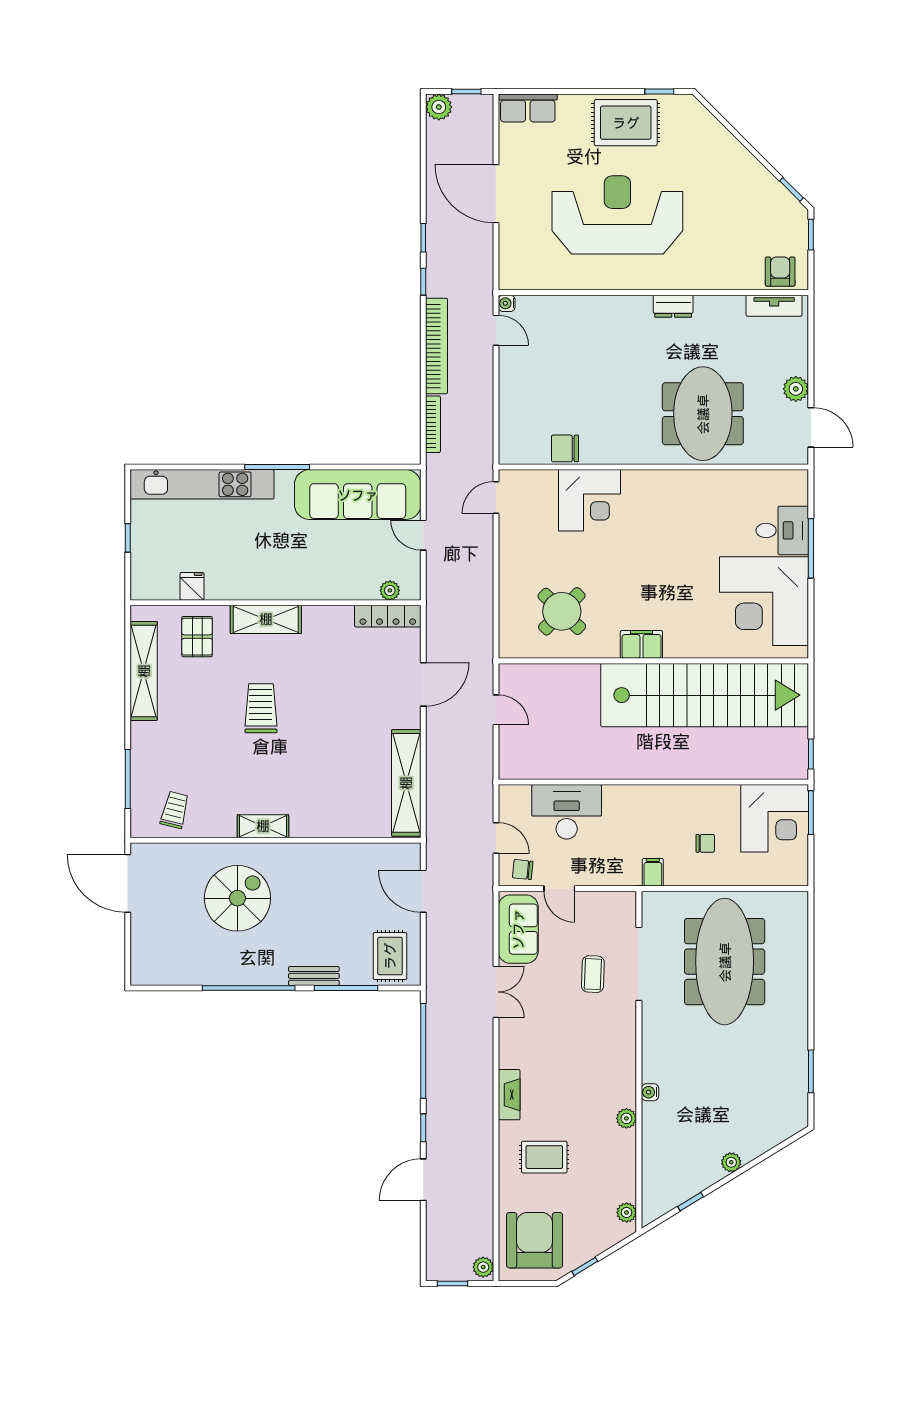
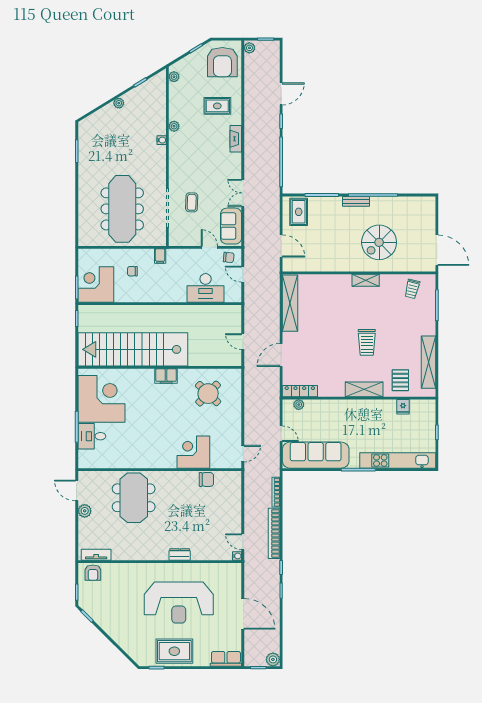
dresser: (673, 306) -> (180, 554), moved
bench: (314, 976) -> (356, 201), moved

